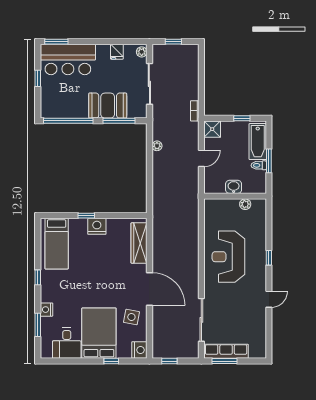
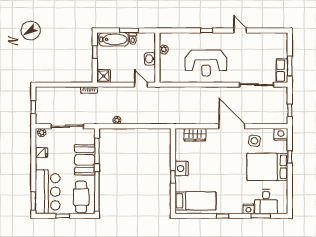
cafe table: (61, 101) -> (81, 197), added
door: (201, 158) -> (141, 85), moved
wardrobe: (139, 243) -> (195, 135), width x0.67
door: (149, 289) -> (232, 126), hinge flipped
desk: (67, 343) -> (266, 202), moved, turned 90
row of seats: (226, 351) -> (282, 71), width x0.68

